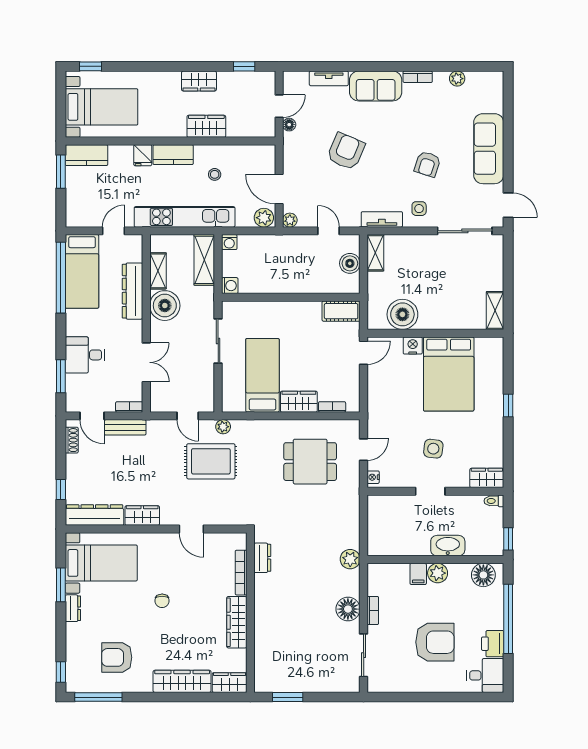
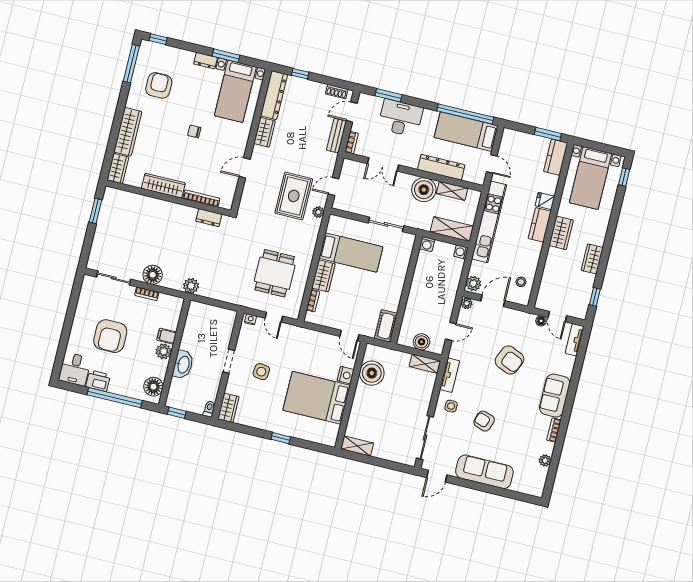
tv unit: (329, 78) -> (575, 340), moved
wardrobe: (206, 126) -> (561, 233), moved
stool: (215, 174) -> (521, 282), moved
desk: (85, 355) -> (400, 118), width x1.37

